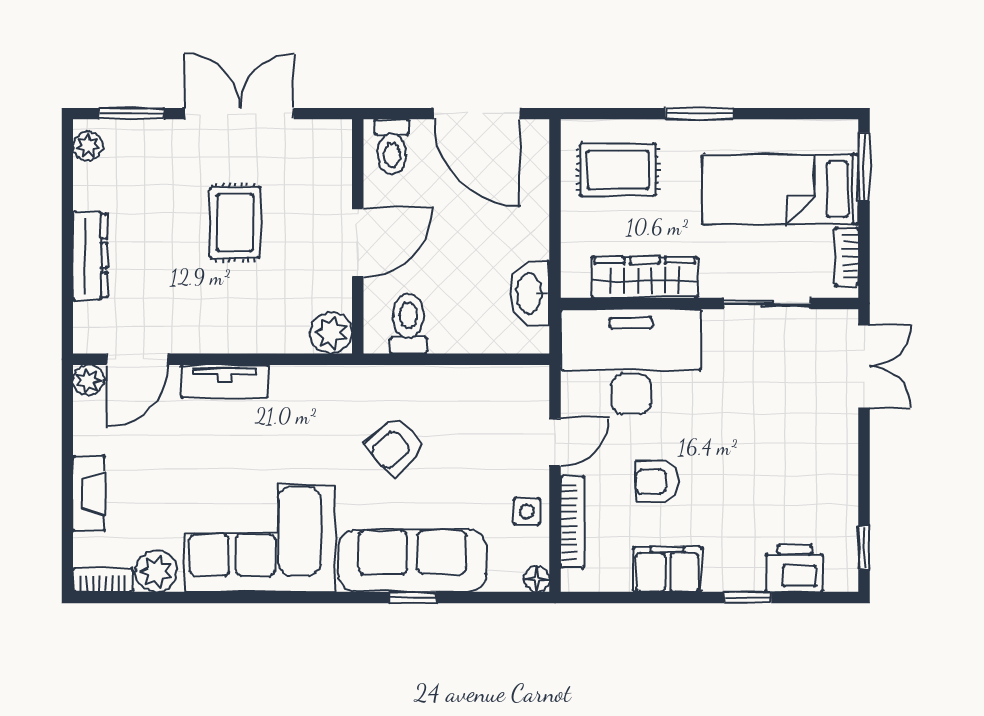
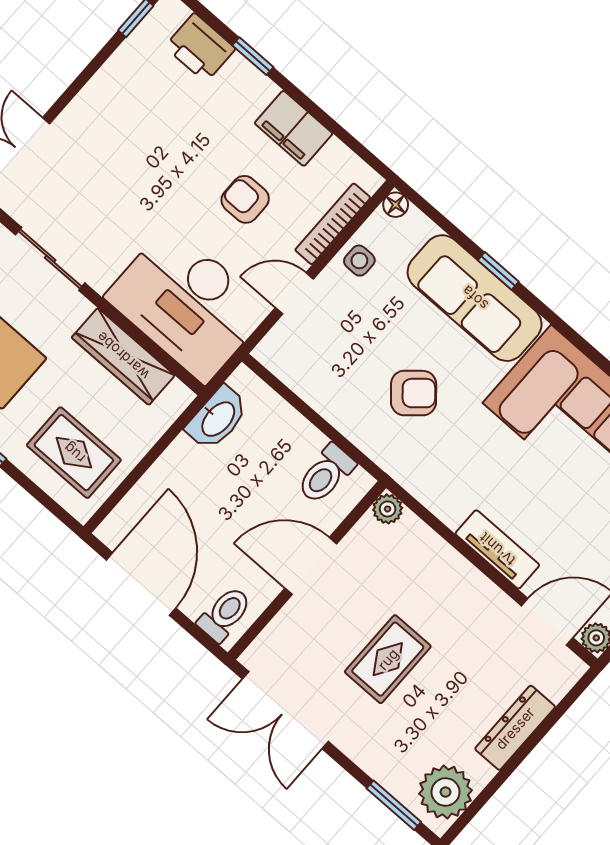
double door: (239, 114) -> (285, 710), moved
plant: (88, 146) -> (445, 792), width x1.88, depth x1.88
plant: (331, 333) -> (388, 509), width x0.73, depth x0.73
armchair: (657, 482) -> (245, 199), turned 180

